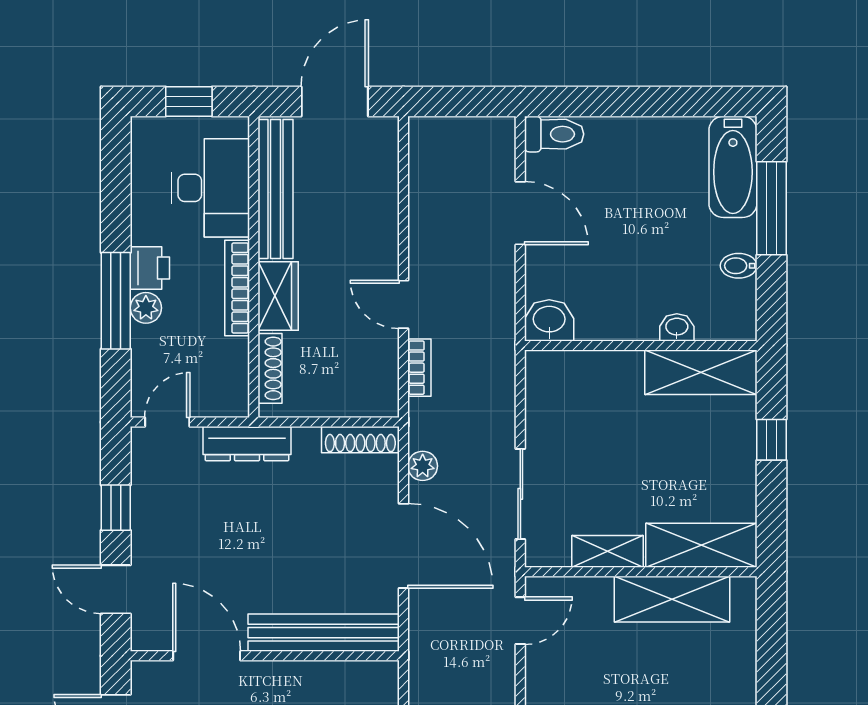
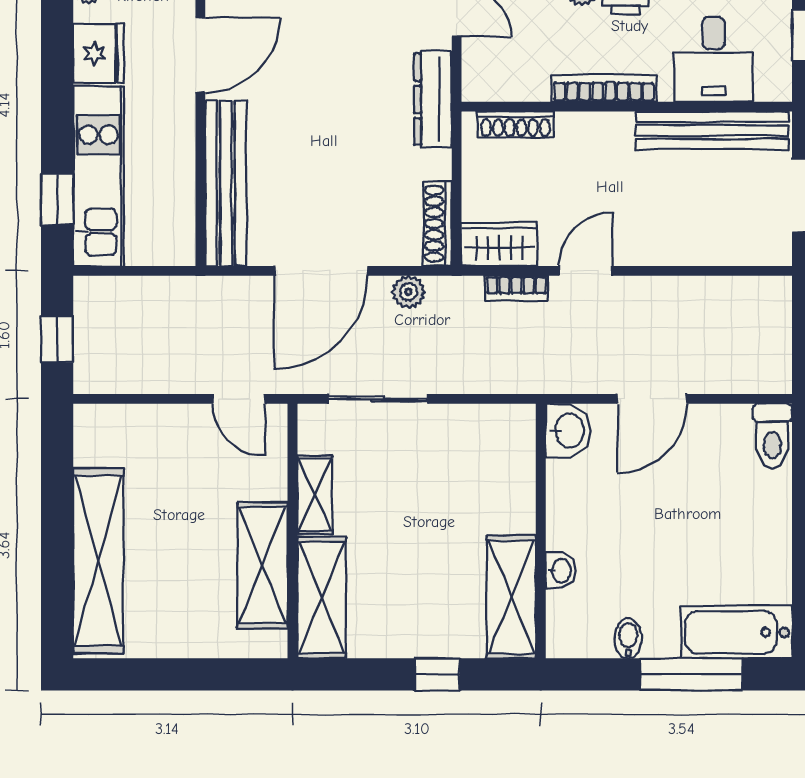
desk: (211, 188) -> (714, 59), width x0.73
door: (520, 213) -> (652, 399), moved
wardrobe: (278, 296) -> (499, 244), moved, turned 180

